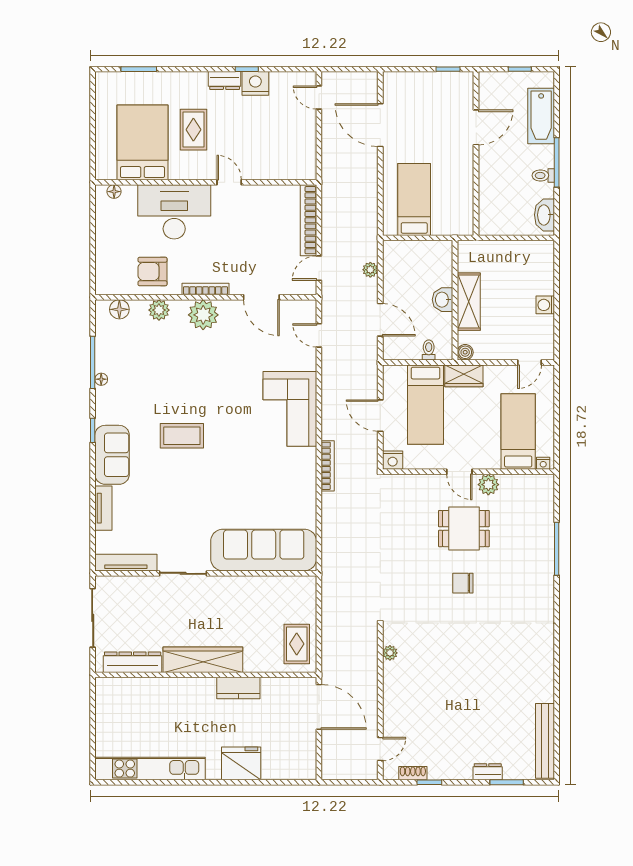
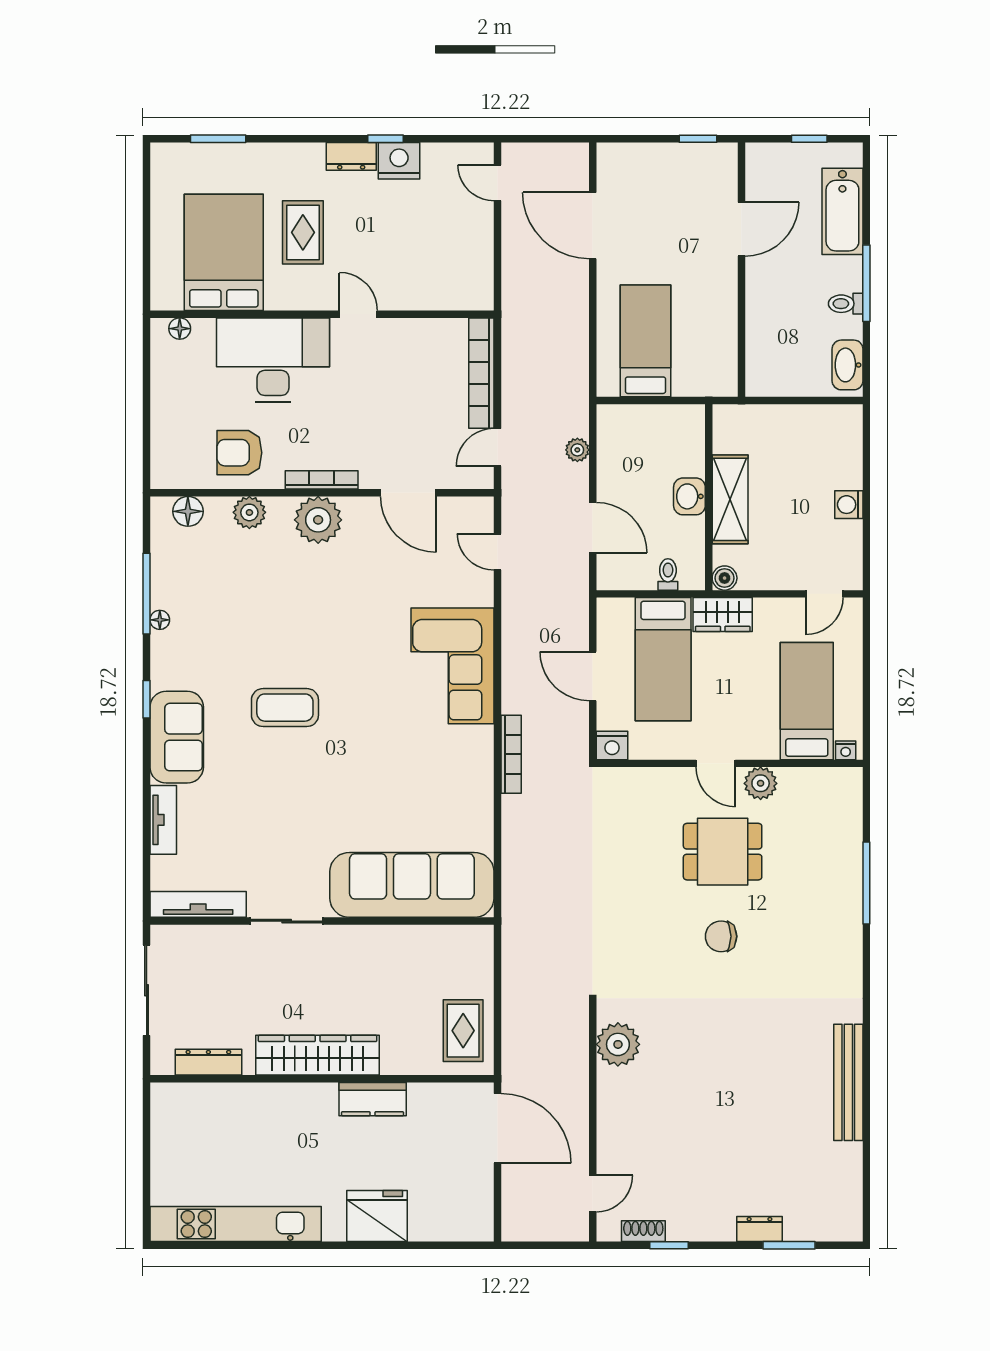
plant: (390, 653) -> (618, 1044), width x1.87, depth x1.87
dresser: (133, 662) -> (208, 1062), width x0.73, depth x0.80
bench: (545, 741) -> (848, 1082), moved

